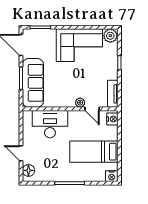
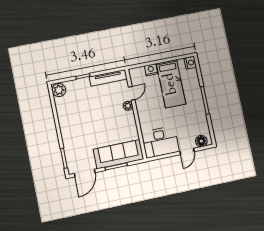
corner sofa: (79, 45) -> (74, 117), removed
tv unit: (113, 94) -> (108, 78), width x1.41
nightstand: (112, 119) -> (151, 70), moved
desk: (50, 124) -> (160, 142), moved, turned -90

